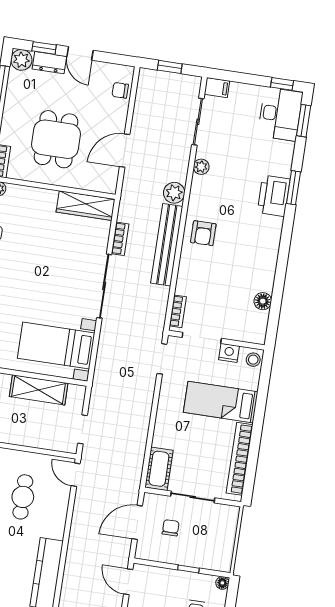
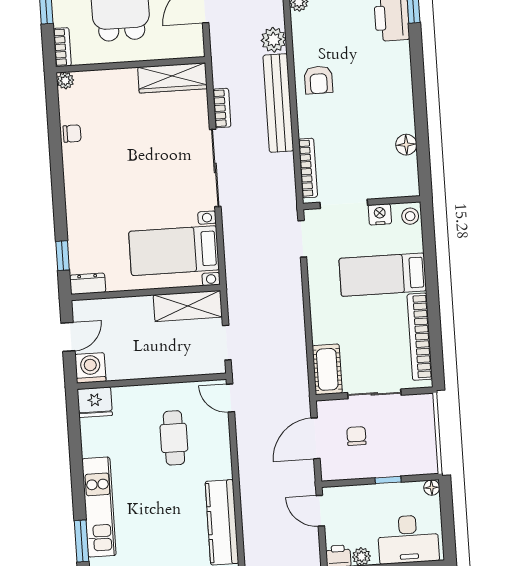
bookcase: (178, 311) -> (308, 168), width x1.56
shelving: (39, 390) -> (188, 306), moved

